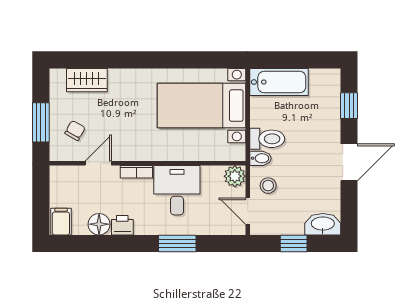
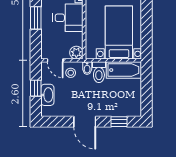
bathtub: (279, 82) -> (124, 70), moved, turned -90
door: (248, 211) -> (55, 60), swing flipped
washbasin: (323, 224) -> (47, 95), moved

